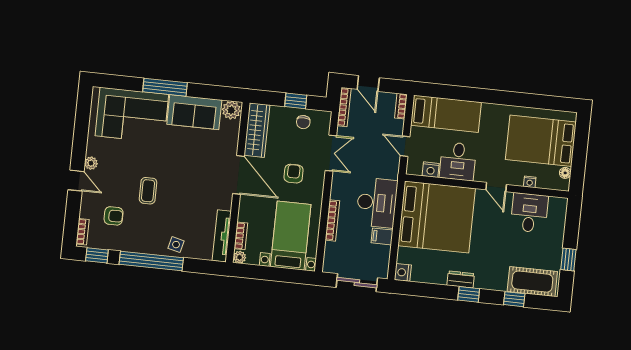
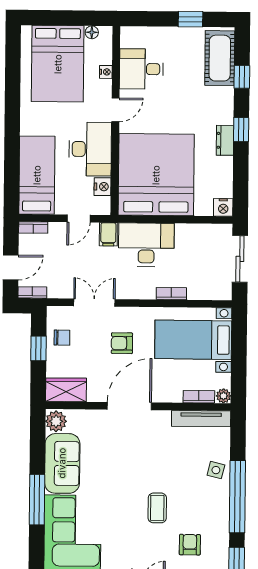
bookcase: (344, 107) -> (32, 292), width x0.64
wardrobe: (257, 130) -> (66, 390), width x0.67
desk: (458, 161) -> (90, 149), width x1.37
coffee table: (148, 191) -> (157, 508), turned 90
bookcase: (332, 220) -> (171, 294), width x0.64
filing cabinet: (382, 236) -> (108, 234), moved

